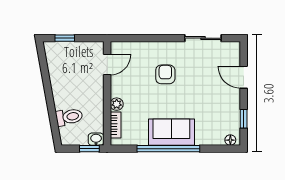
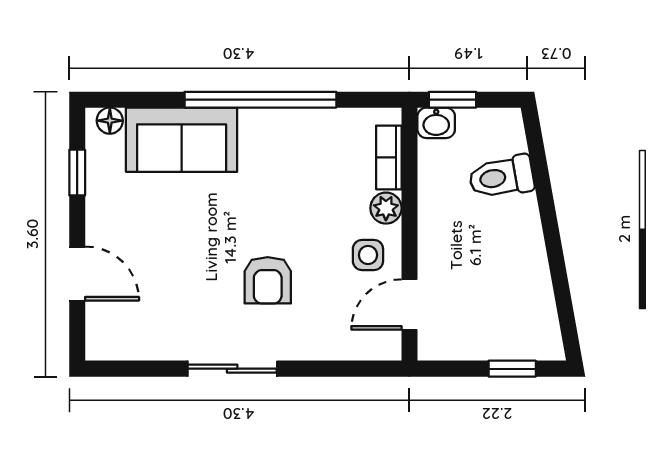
sliding door: (203, 38) -> (232, 369), moved
side table: (124, 85) -> (368, 255), added
sofa: (171, 132) -> (182, 140), moved

